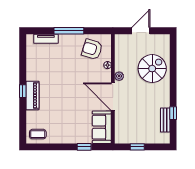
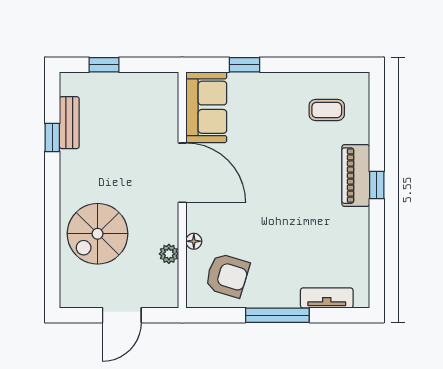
plant: (119, 76) -> (169, 254), moved
coffee table: (38, 134) -> (327, 110), moved
window: (137, 147) -> (104, 65), moved

